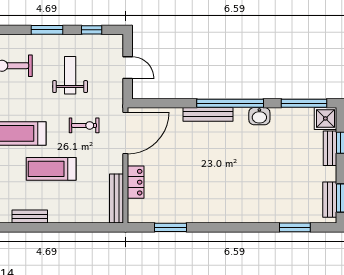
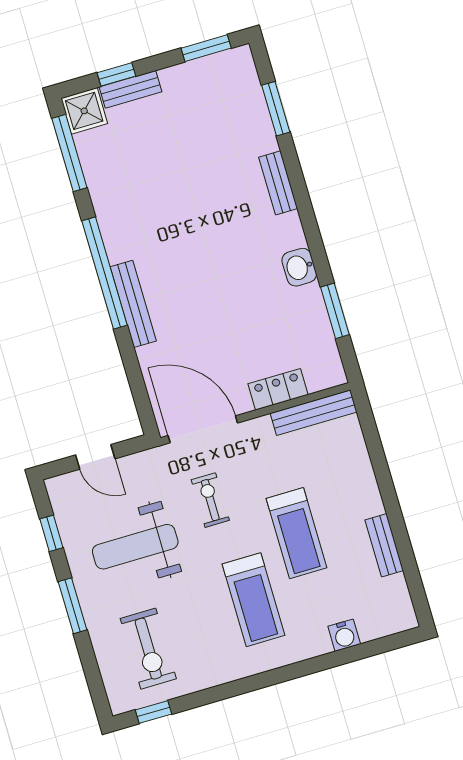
door: (128, 68) -> (95, 457), swing flipped
weight bench: (70, 75) -> (135, 547), width x1.36, depth x1.33
washbasin: (259, 116) -> (299, 267), moved, turned 180
bench: (330, 200) -> (278, 183), moved, turned 90

